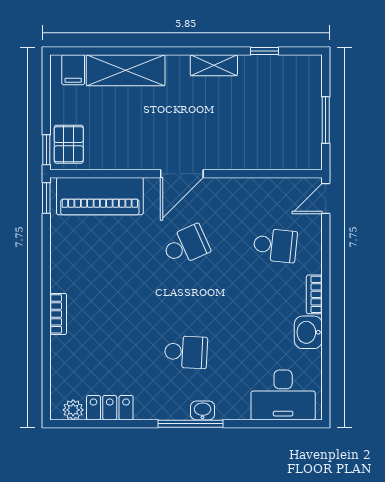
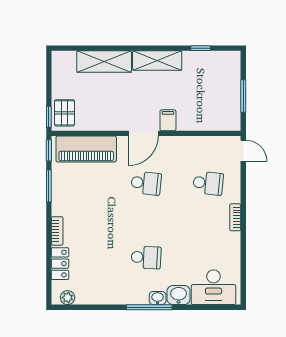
shelving: (214, 65) -> (157, 60), width x1.50, depth x1.33
filing cabinet: (73, 70) -> (168, 120), moved, turned 180
door: (326, 199) -> (243, 151), swing flipped
school desk: (186, 245) -> (146, 183), turned 30
window: (46, 249) -> (49, 186), added
washbasin: (308, 332) -> (179, 295), moved, turned 90
locker: (110, 408) -> (60, 264), moved, turned 90

